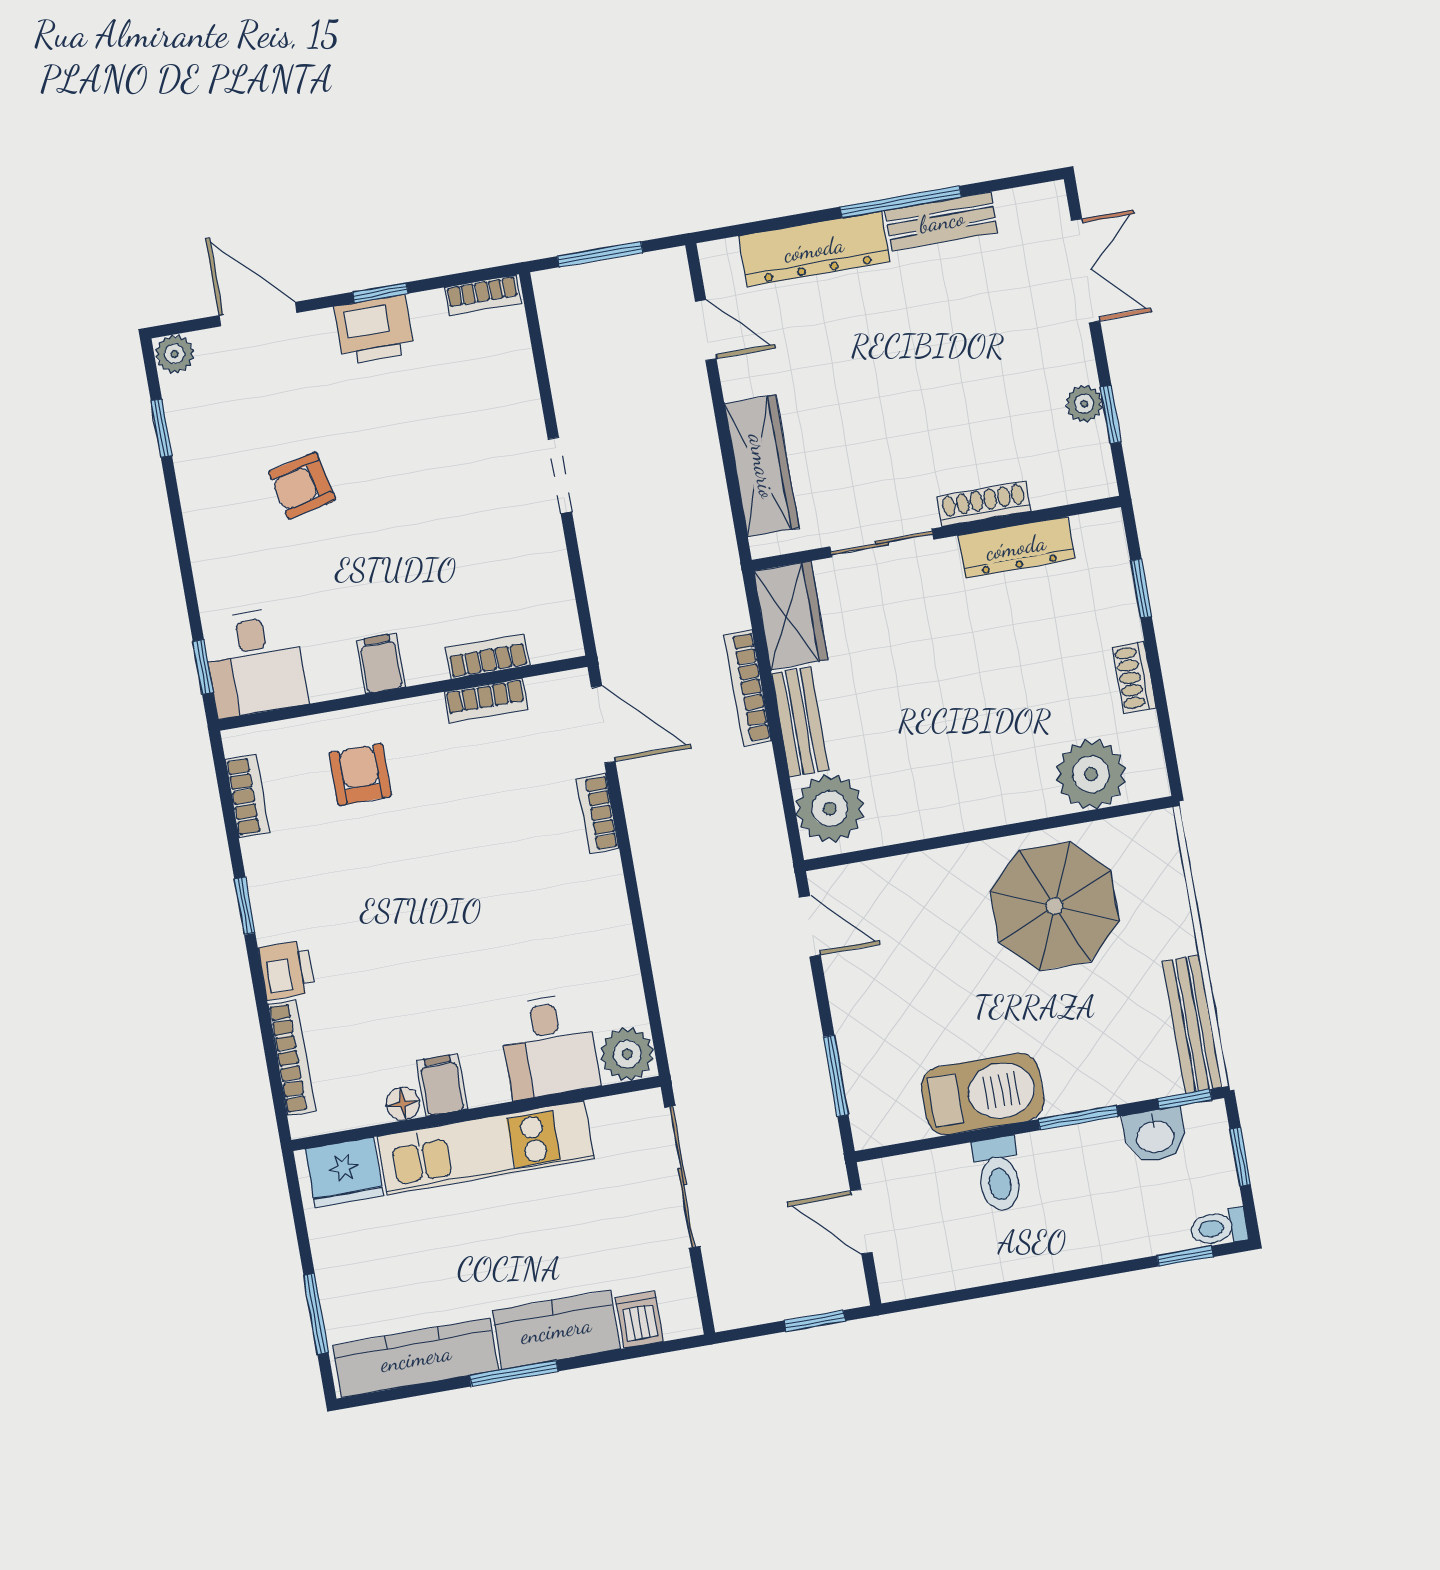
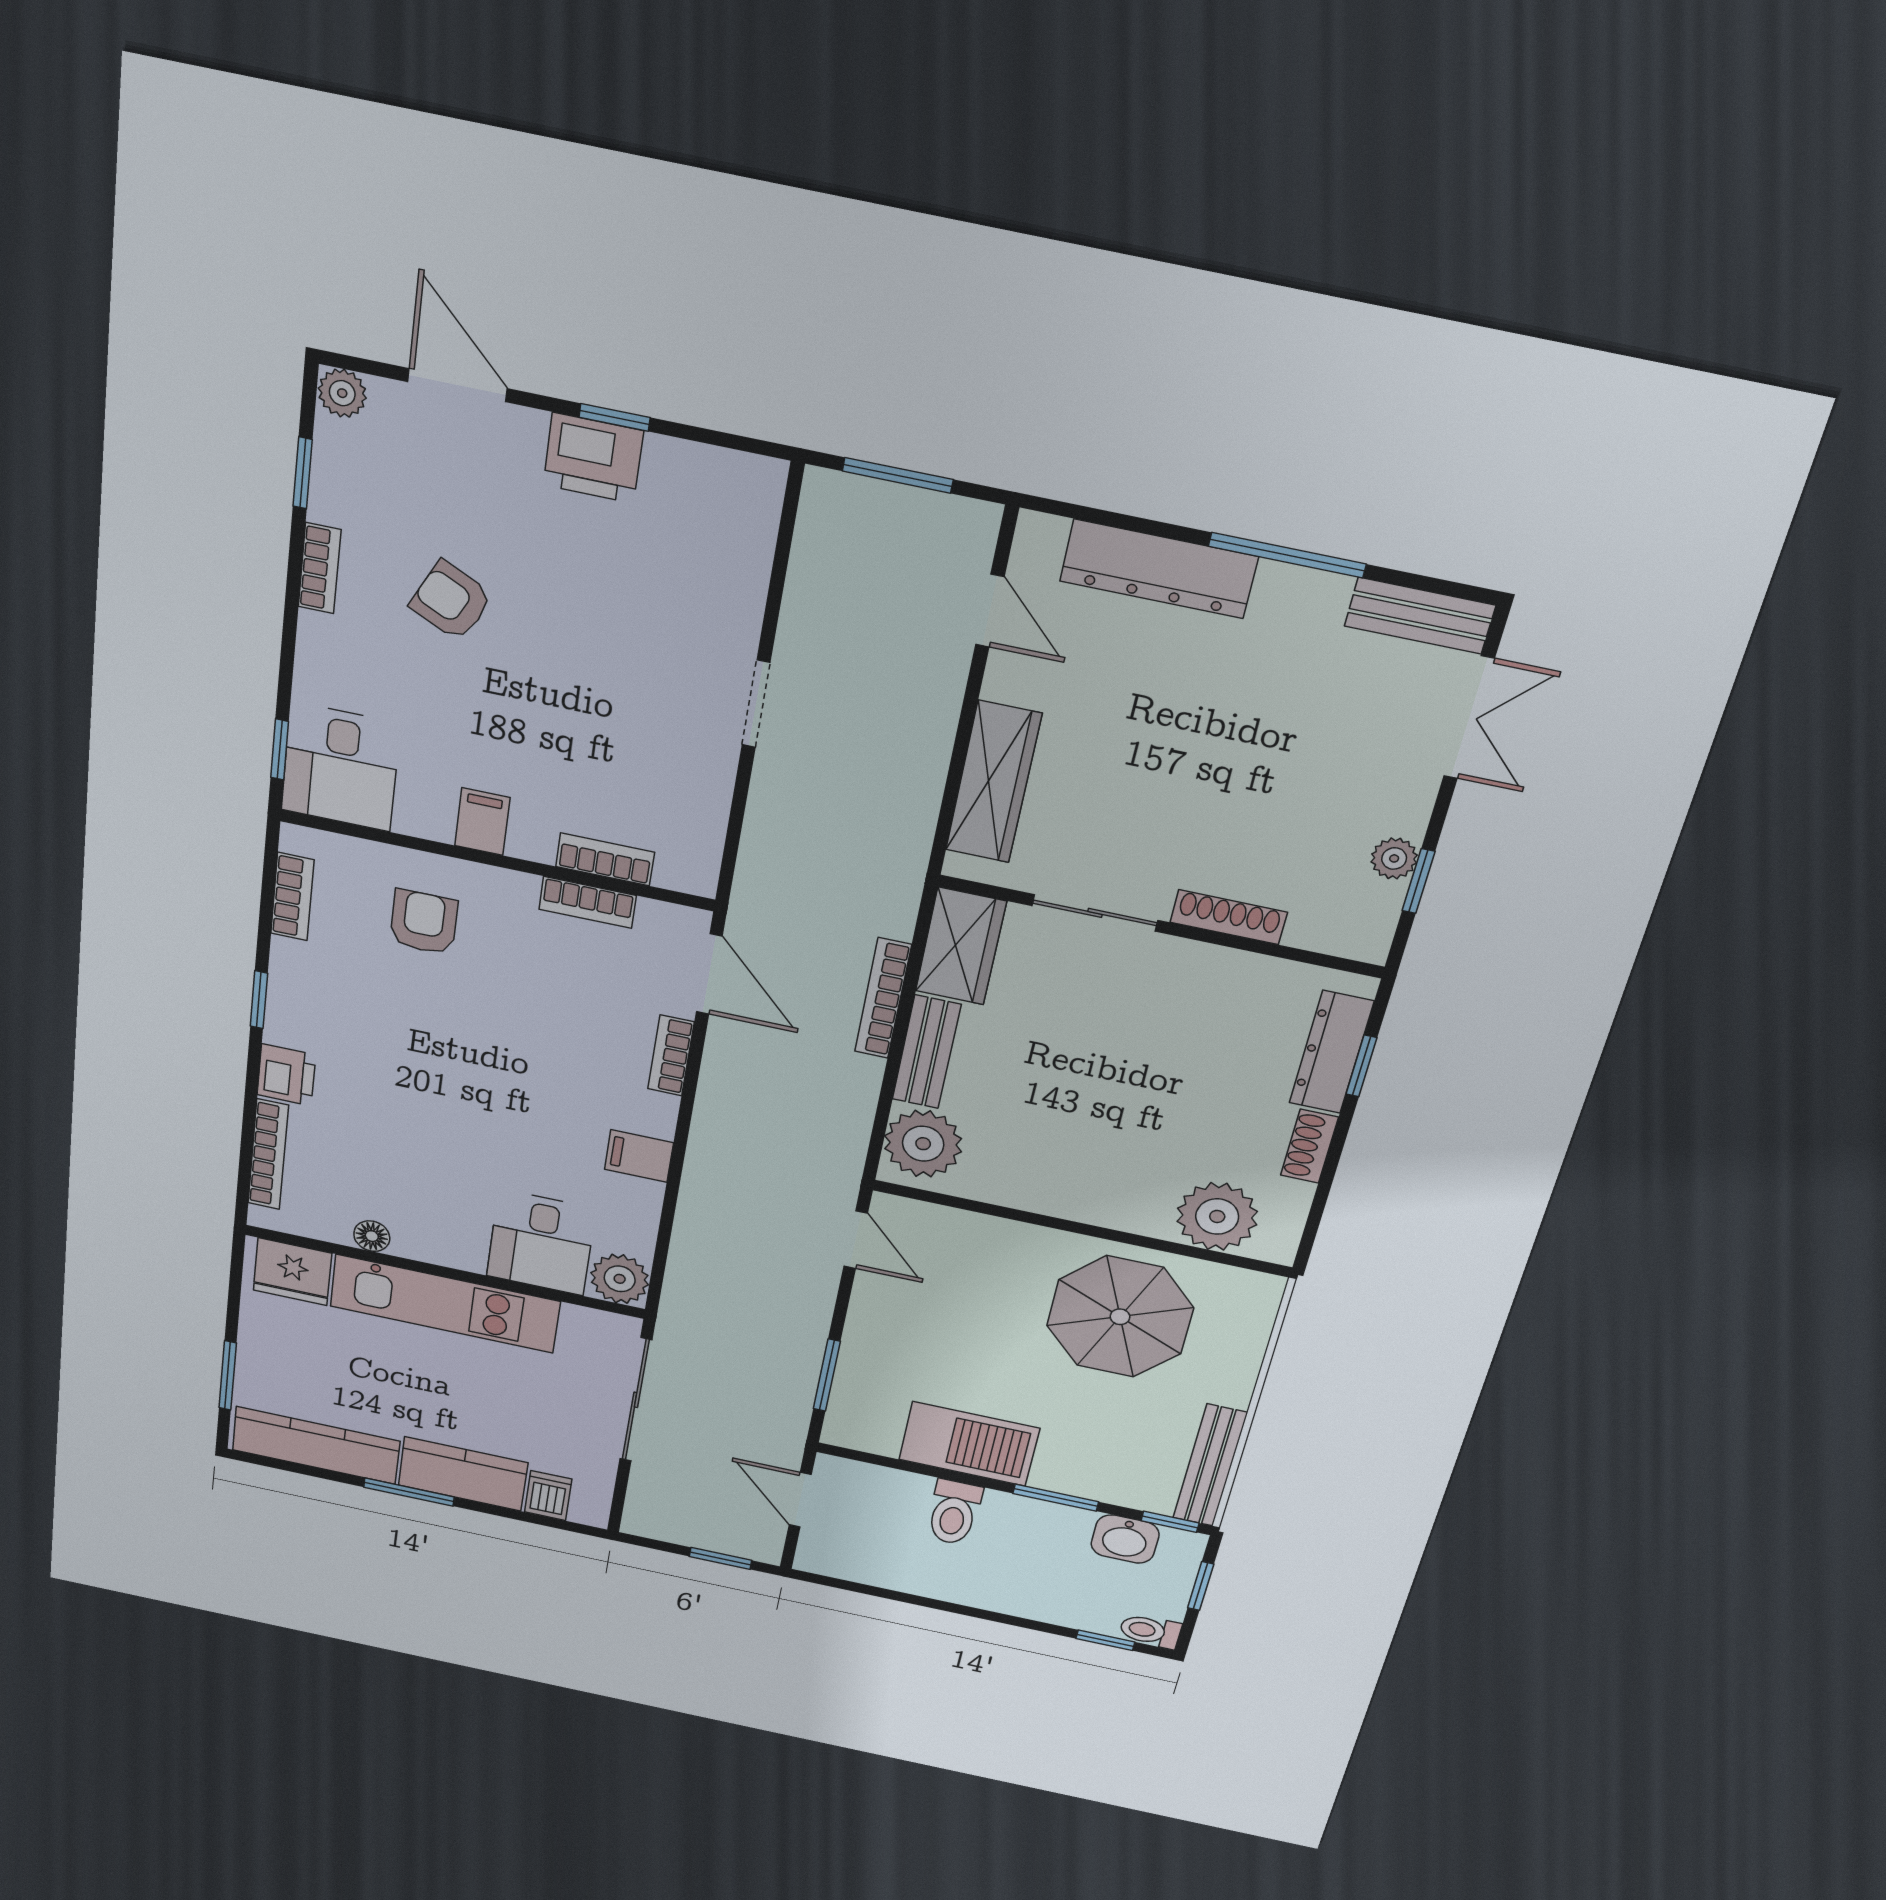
bench: (942, 221) -> (1420, 616), moved
bookcase: (483, 295) -> (320, 568), moved, turned -90
armchair: (302, 486) -> (451, 601), turned 39
dresser: (1016, 547) -> (1331, 1052), moved, turned 90
filing cabinet: (442, 1085) -> (639, 1156), moved, turned -90

